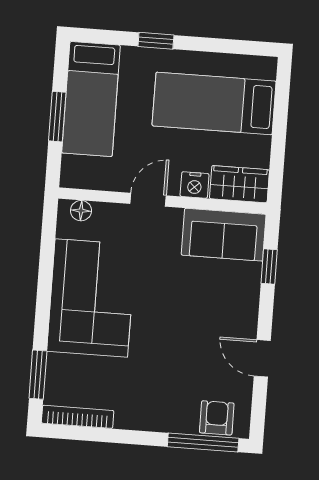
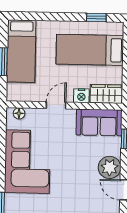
window: (156, 41) -> (96, 18), moved
plant: (238, 316) -> (110, 167), added

